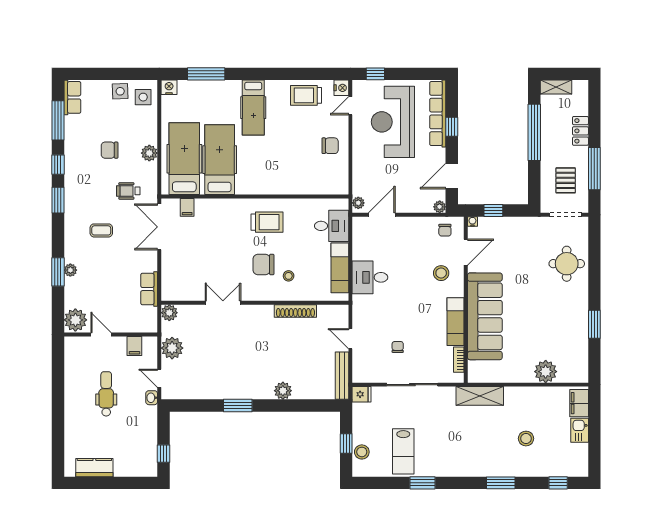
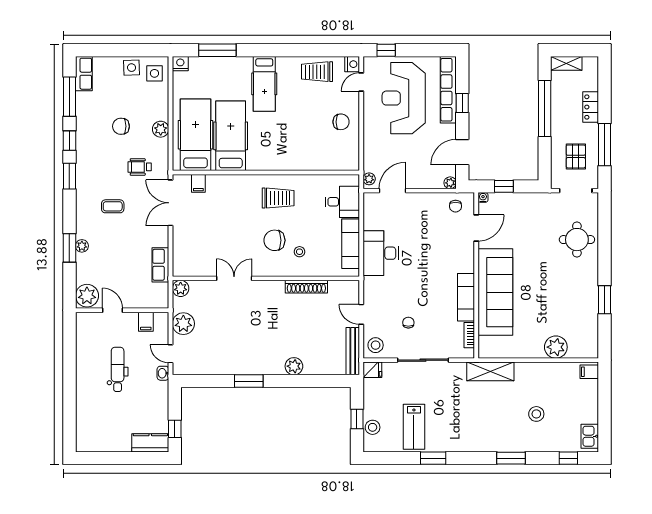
stool: (441, 273) -> (376, 345), moved
desk: (370, 277) -> (381, 253), width x1.37
filing cabinet: (579, 403) -> (589, 372), width x0.50
kitchen sink: (580, 430) -> (590, 436), moved
kitchen counter: (94, 468) -> (150, 443), moved

